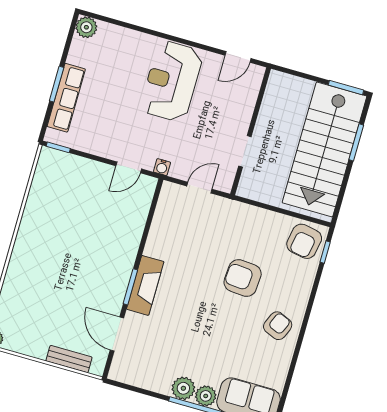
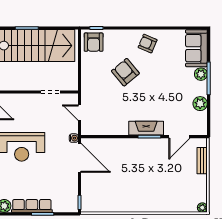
row of seats: (66, 98) -> (32, 206), moved
door: (129, 167) -> (80, 158), width x1.88
armchair: (304, 241) -> (94, 42), turned 80
armchair: (243, 278) -> (125, 72), turned 136
plant: (183, 388) -> (200, 104), moved

